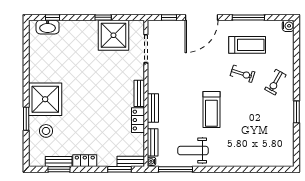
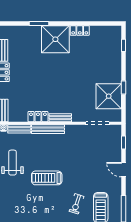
door: (202, 17) -> (123, 170), width x0.53
washbasin: (48, 27) -> (116, 41), removed
locker: (35, 70) -> (80, 31), added
bench: (153, 108) -> (48, 129), width x1.36
stool: (46, 131) -> (29, 40), removed

